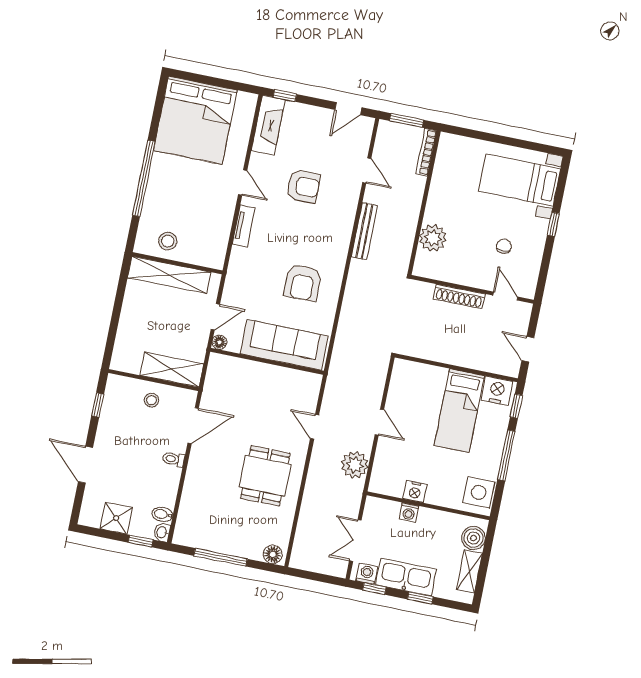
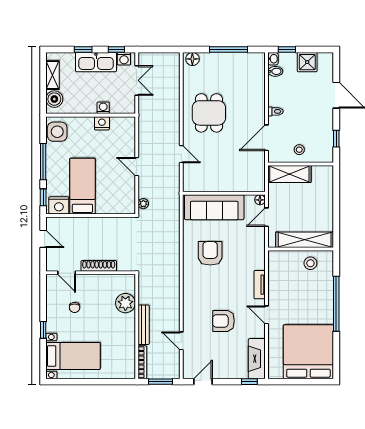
bench: (364, 231) -> (144, 325), moved
plant: (355, 465) -> (143, 204), moved, width x0.53, depth x0.53

